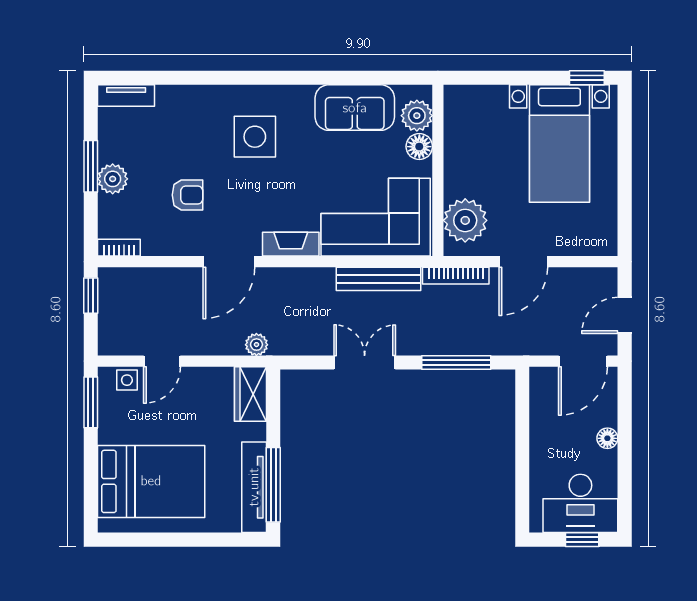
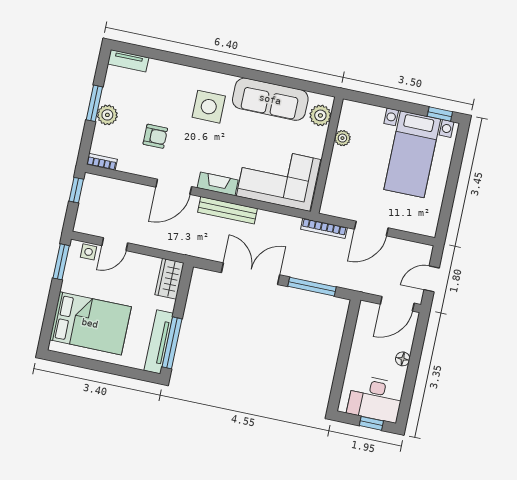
sofa: (355, 108) -> (270, 99), width x1.36
floor lamp: (419, 147) -> (318, 137), removed
plant: (465, 220) -> (342, 138), moved, width x0.53, depth x0.53
bench: (378, 279) -> (227, 210), moved
plant: (256, 345) -> (180, 246), removed
double door: (365, 363) -> (250, 274), width x1.37

